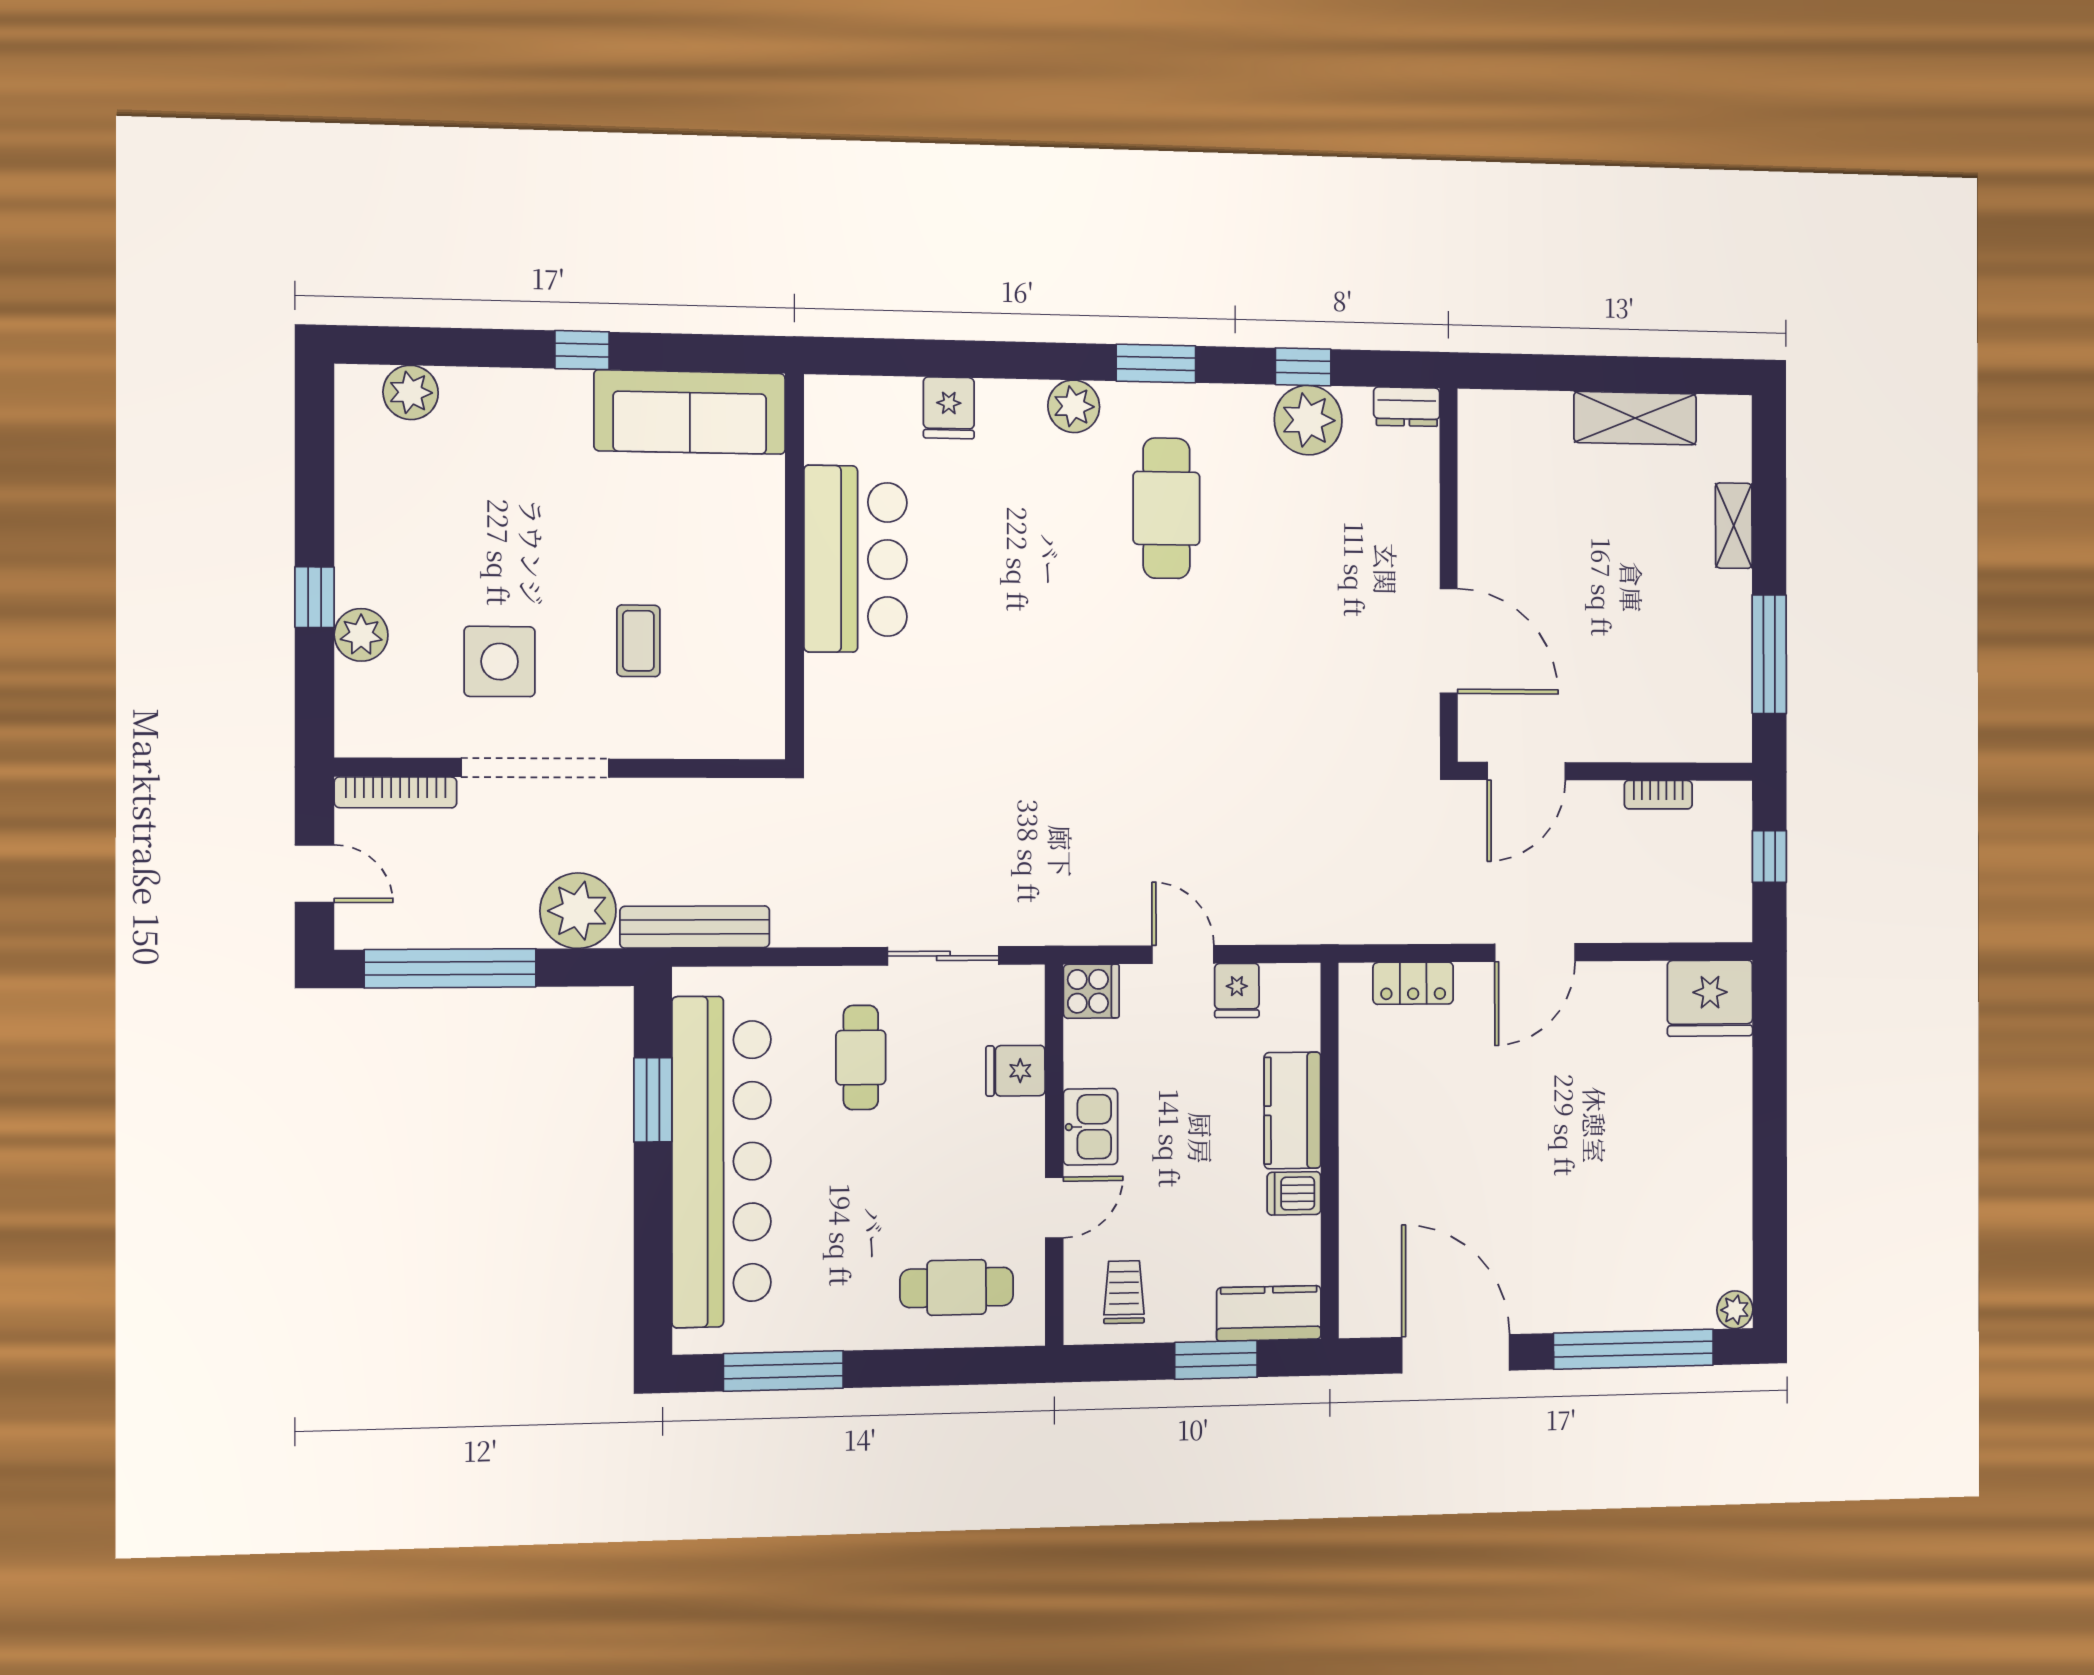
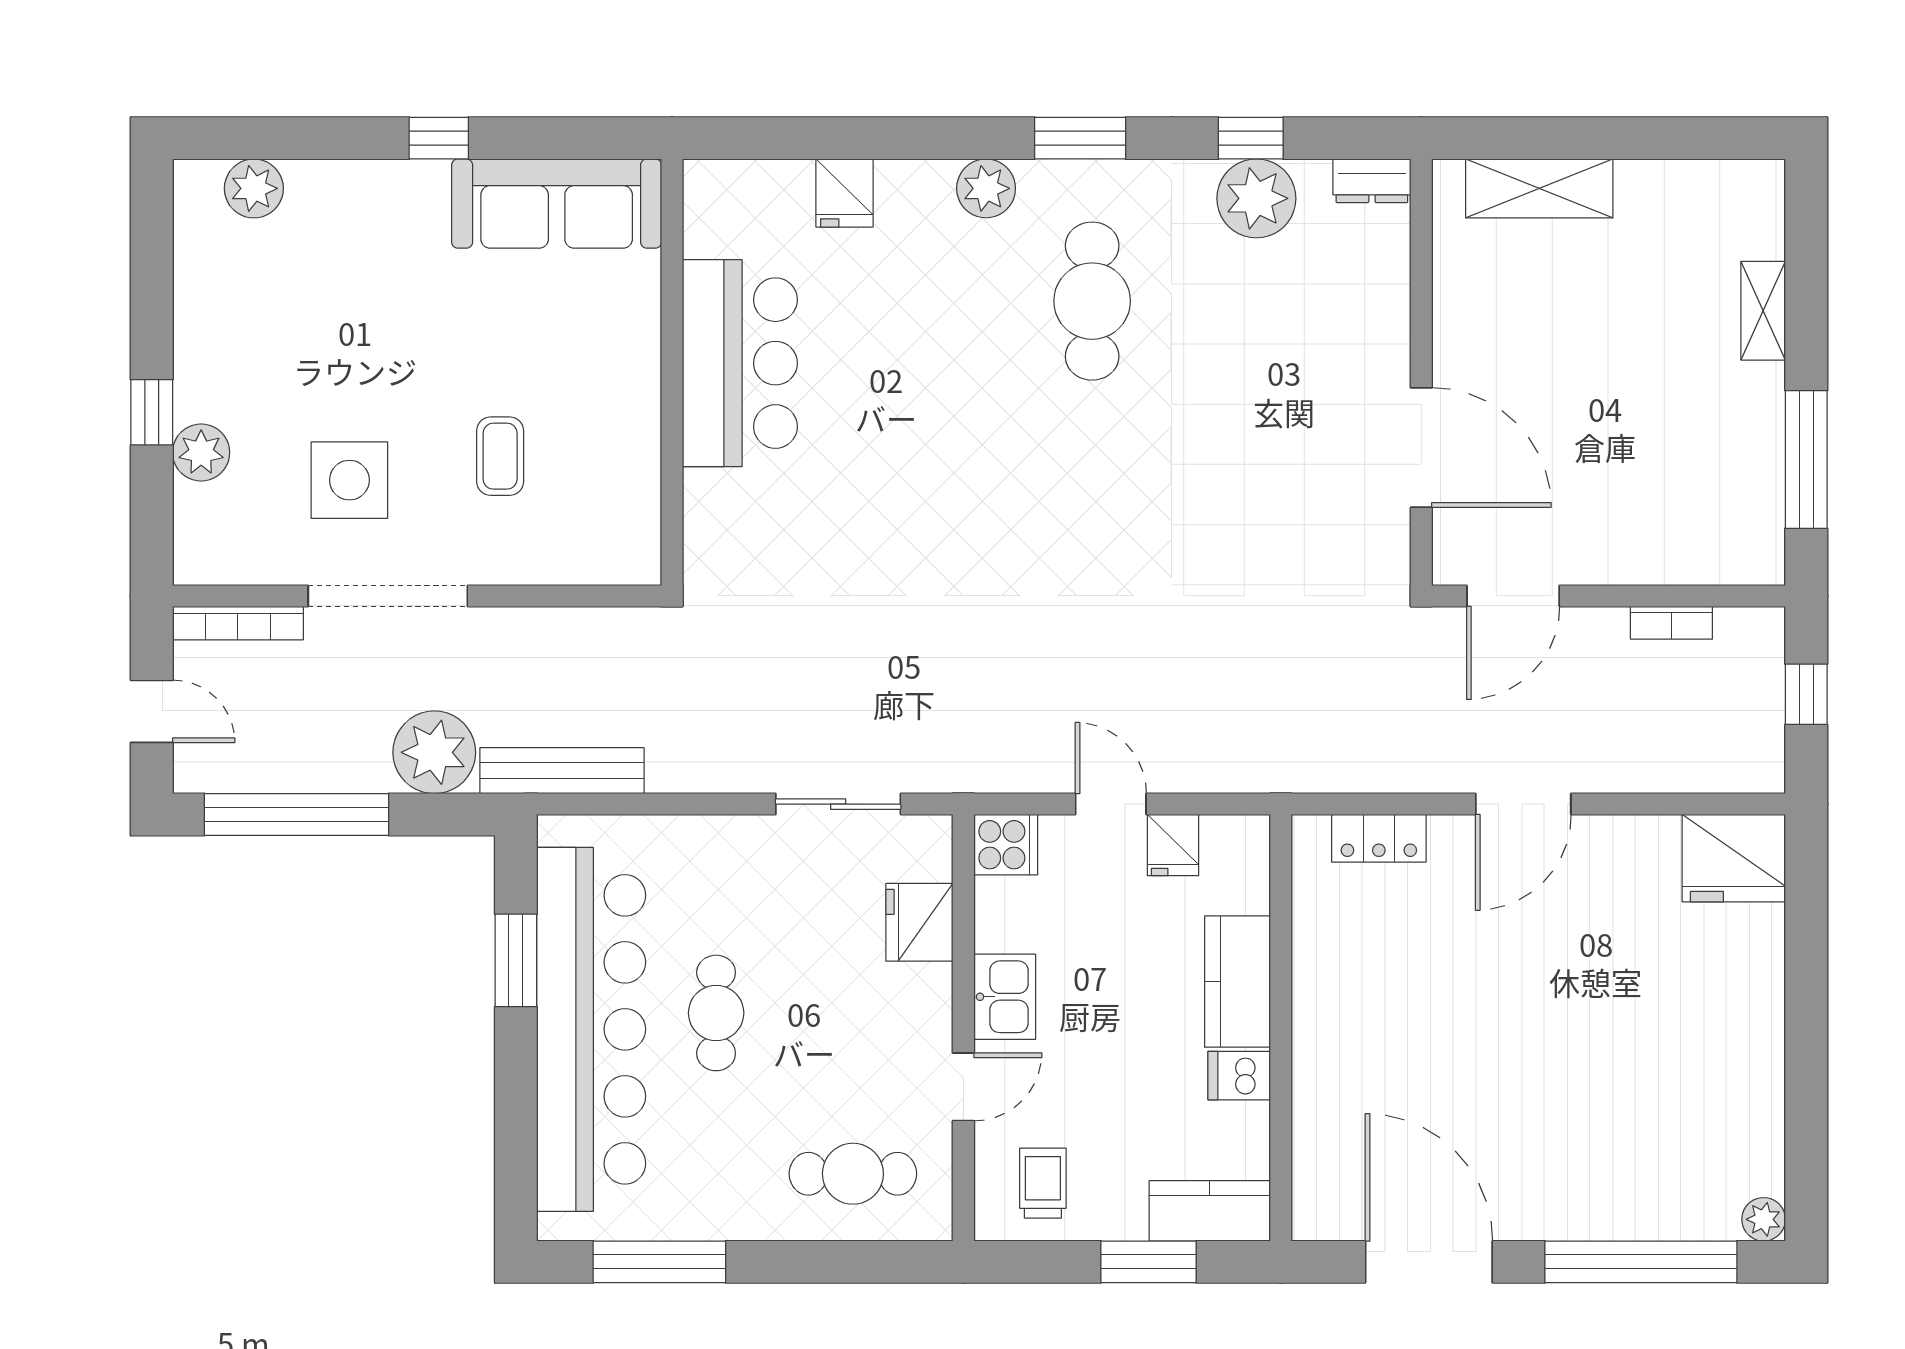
shelving: (1635, 418) -> (1539, 188), moved
cafe table: (861, 1058) -> (716, 1013), moved
fridge: (1015, 1071) -> (919, 922), width x1.38

